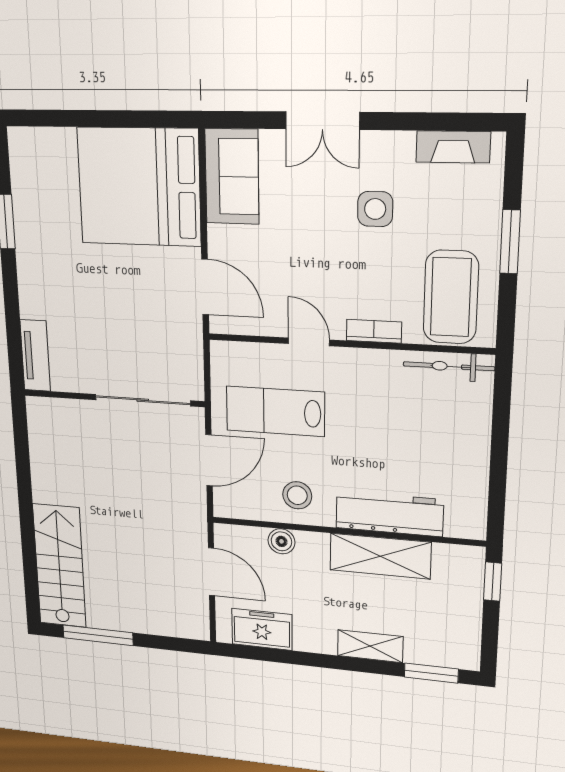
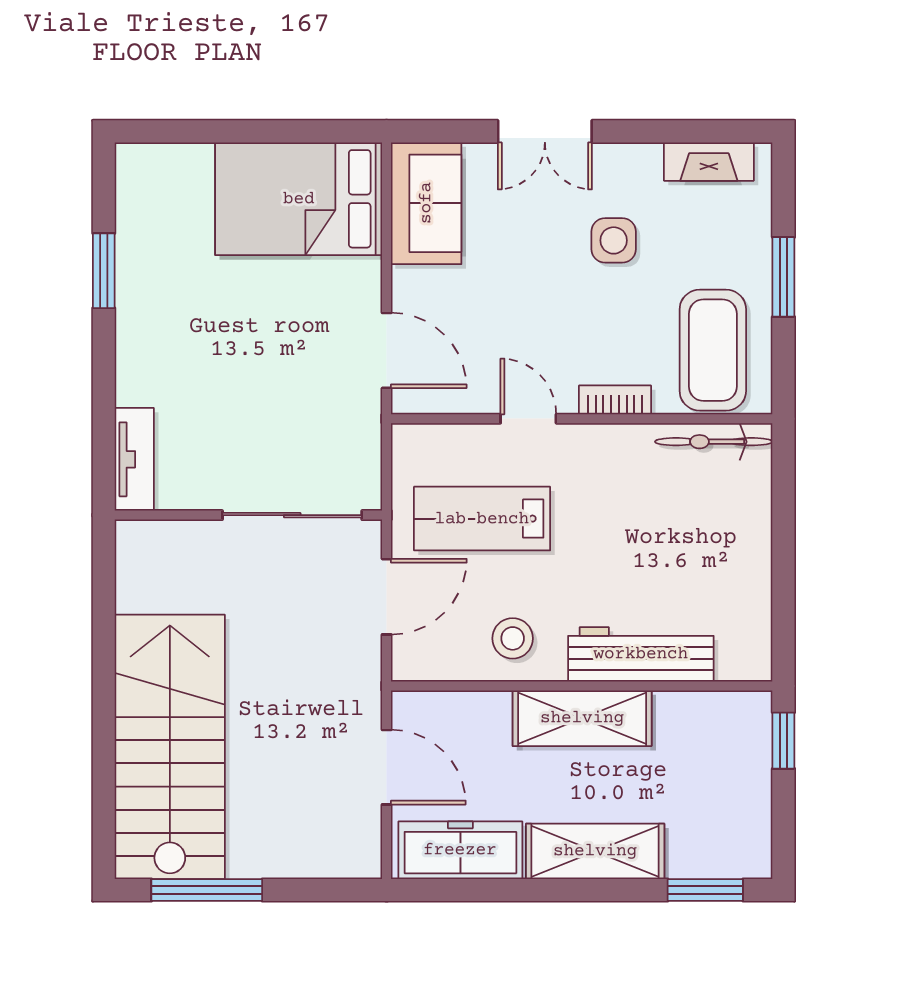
bed: (139, 187) -> (299, 199), width x0.73
boiler: (281, 541) -> (490, 710), removed
shelving: (380, 556) -> (582, 718), moved
stairs: (59, 566) -> (170, 747), width x1.36, depth x1.51
freezer: (262, 629) -> (460, 850), width x1.40
shelving: (370, 646) -> (595, 851), width x1.50, depth x1.33

